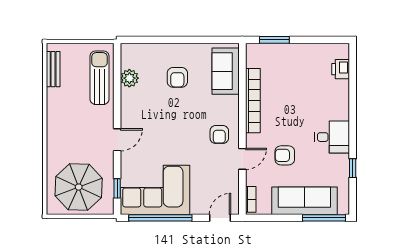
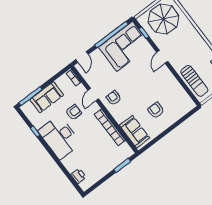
plant: (129, 78) -> (179, 92), removed
desk: (332, 137) -> (60, 137), width x1.87, depth x1.30
sofa: (304, 201) -> (47, 97), width x0.73

